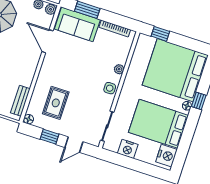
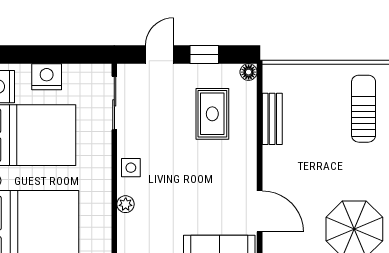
bench: (20, 101) -> (272, 119), moved
nightstand: (128, 149) -> (47, 77), moved

